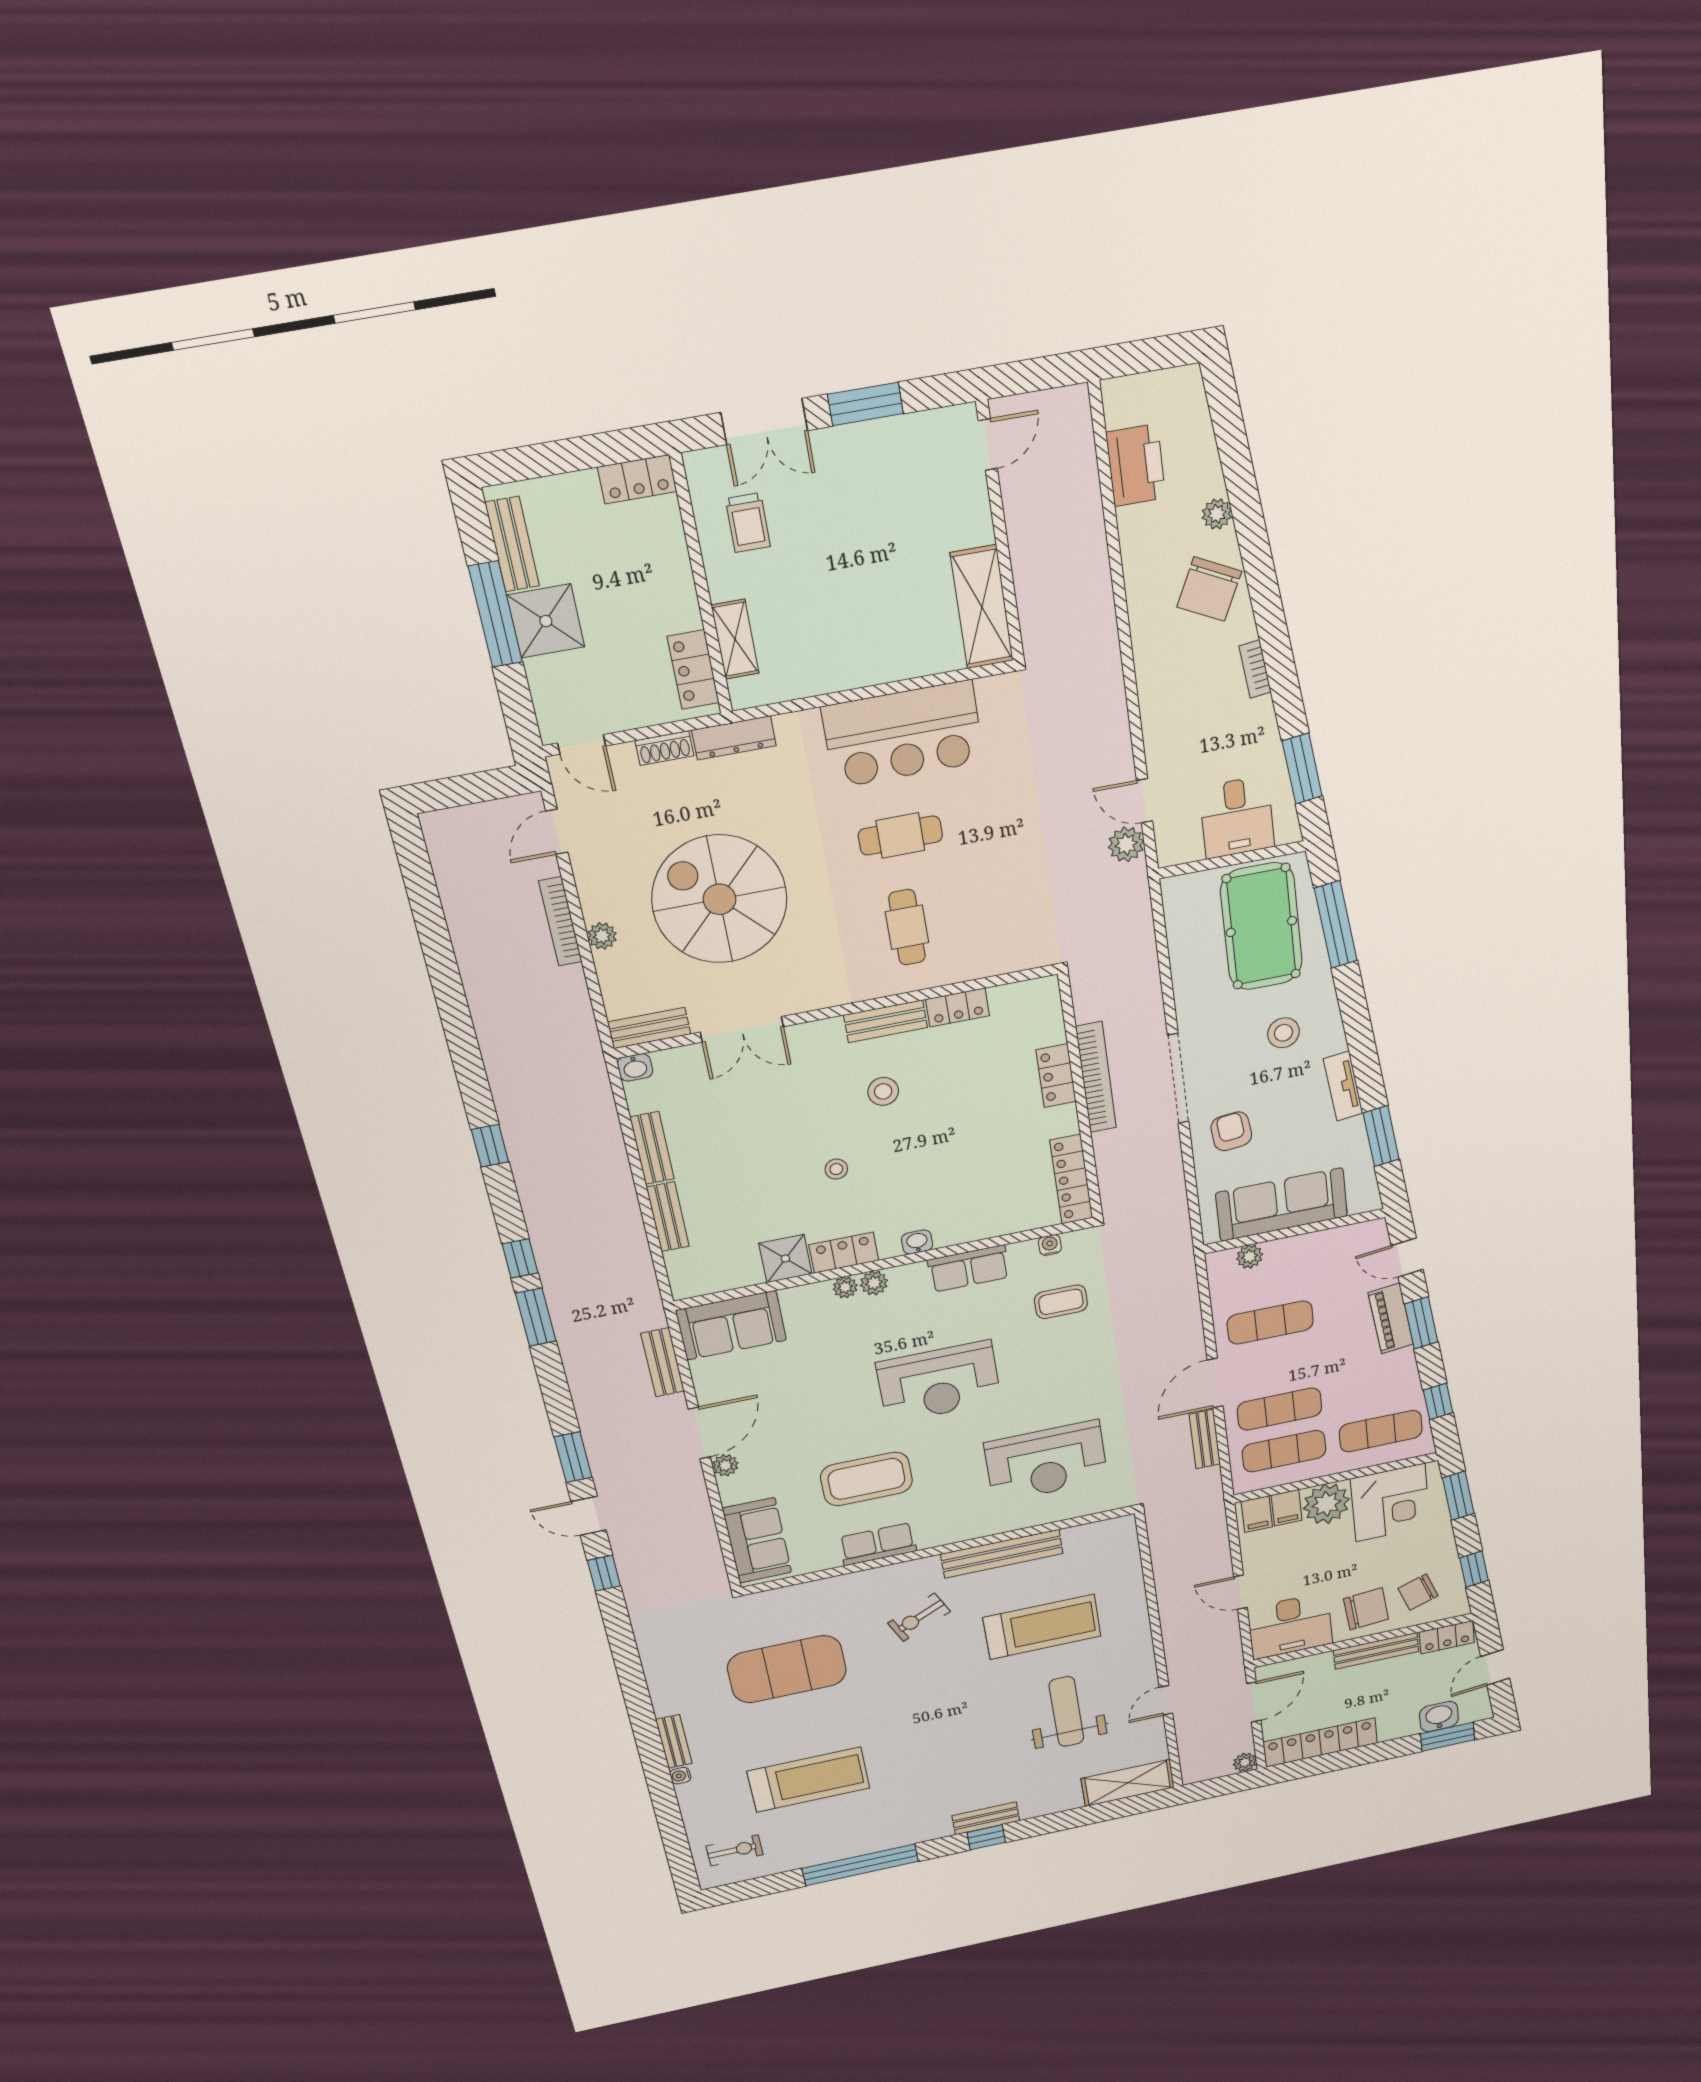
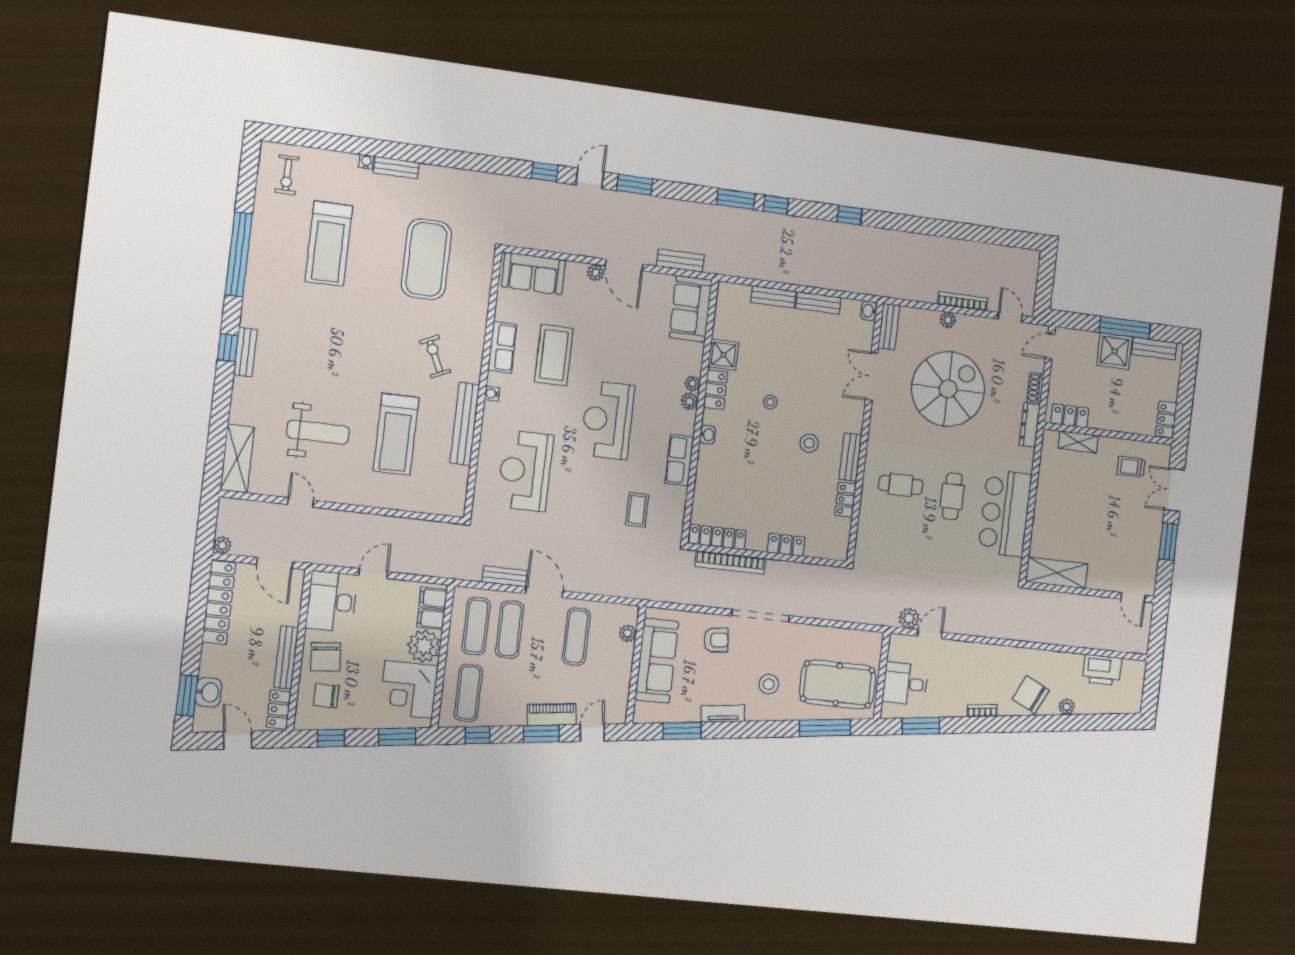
bookcase: (1096, 1077) -> (730, 562), moved
water cooler: (1050, 1245) -> (492, 394), moved, turned 180
chair: (1418, 1592) -> (326, 696), turned -71

